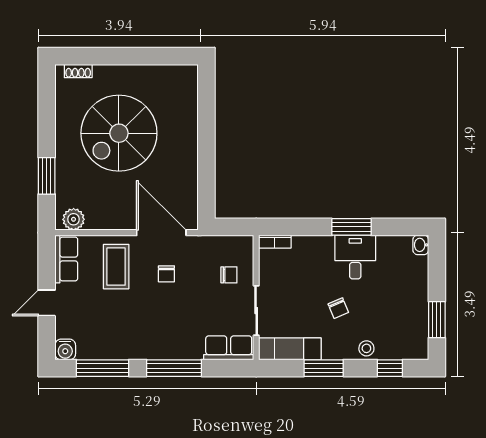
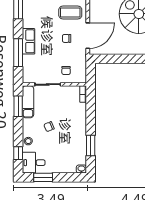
window: (351, 227) -> (91, 146), moved
desk: (355, 257) -> (34, 163), moved, turned 180
row of seats: (229, 348) -> (29, 41), moved
window: (174, 368) -> (18, 53), moved
window: (324, 368) -> (18, 106), moved

